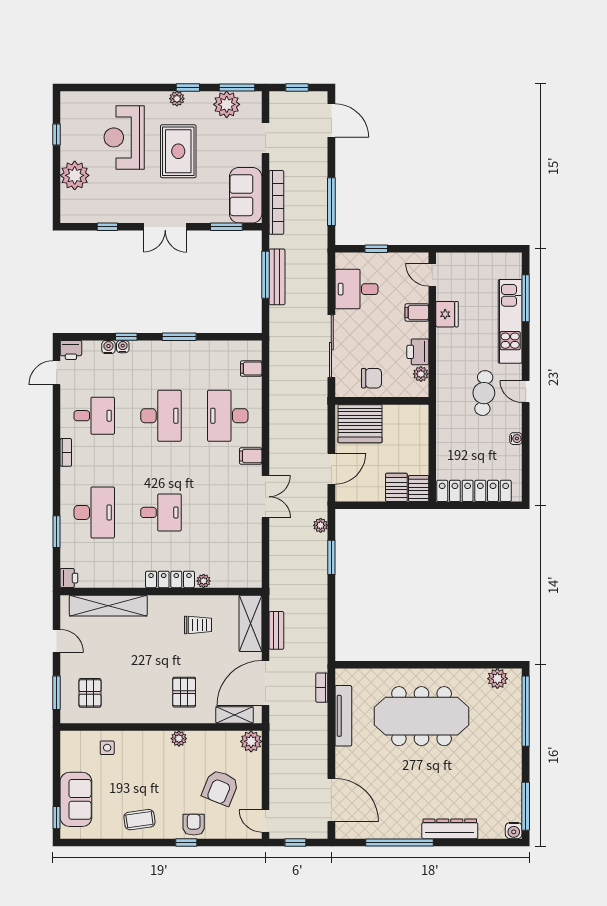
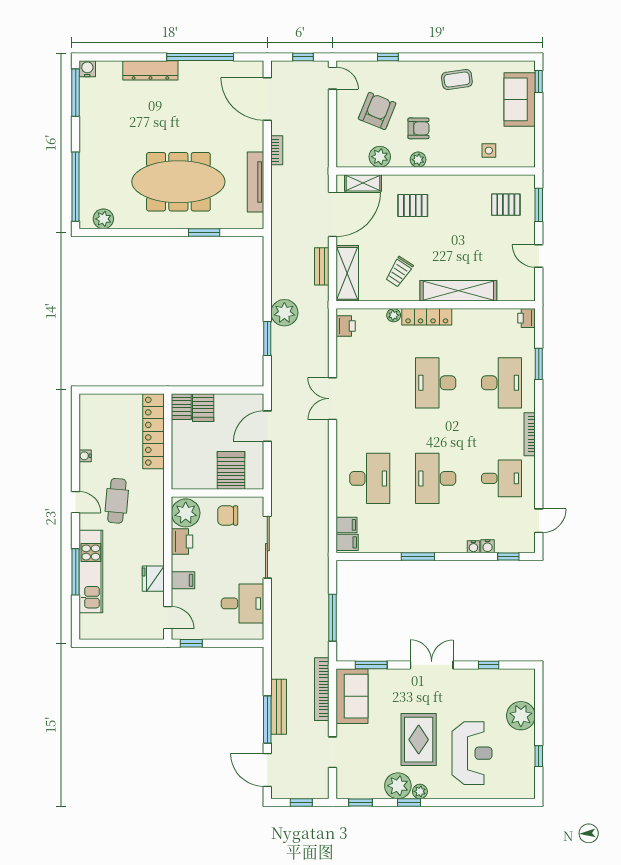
window: (237, 88) -> (361, 802), width x0.67
plant: (227, 104) -> (398, 786), moved
window: (331, 202) -> (267, 719), moved
window: (376, 249) -> (191, 643), moved
bench: (277, 277) -> (279, 707), moved
window: (526, 298) -> (76, 572), moved
window: (126, 337) -> (508, 556), moved
printer: (71, 350) -> (346, 326), moved, turned 90
plant: (421, 374) -> (186, 513), width x1.88, depth x1.88
desk: (94, 416) -> (502, 478), turned 180
server rack: (360, 424) -> (231, 470), width x0.62
bookcase: (66, 452) -> (530, 434), width x1.56
filing cabinet: (251, 456) -> (347, 542), moved
locker: (474, 491) -> (154, 431), moved, turned 90
desk: (94, 512) -> (502, 383), turned 180
desk: (161, 512) -> (436, 383), width x1.37
plant: (321, 525) -> (284, 313), moved, width x1.87, depth x1.87
shelving: (108, 606) -> (458, 291), moved
trolley: (198, 625) -> (399, 272), turned -57
window: (395, 665) -> (204, 232), added
bookcase: (322, 688) -> (277, 150), moved
pallet: (184, 692) -> (413, 205), turned 90
pallet: (90, 693) -> (506, 205), turned 90
plant: (251, 741) -> (380, 157), moved
armchair: (194, 825) -> (418, 128), moved, turned -90
window: (186, 842) -> (388, 57), moved

